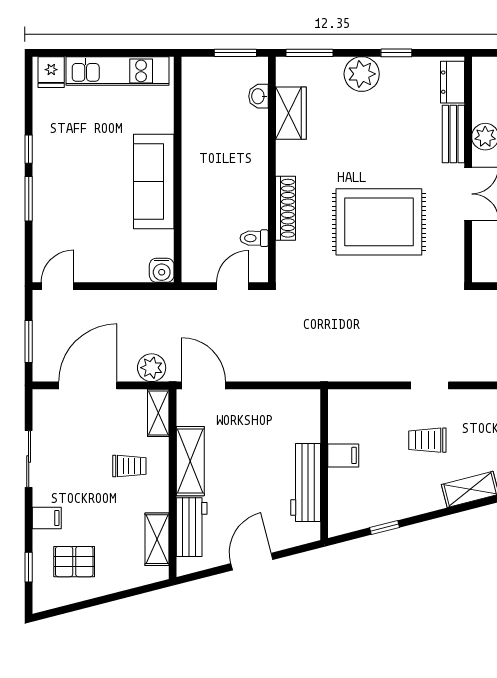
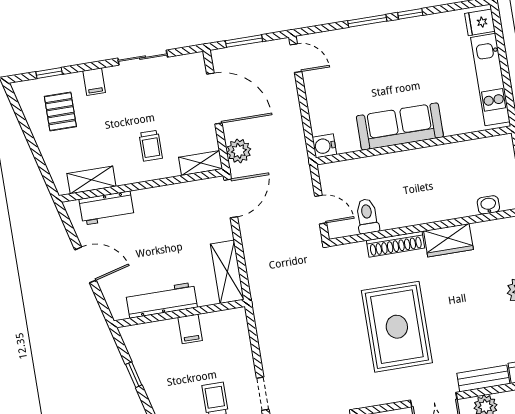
wardrobe: (291, 113) -> (448, 240), moved
toilet: (254, 238) -> (367, 216), width x1.37, depth x1.39
shelving: (190, 461) -> (227, 272), moved, turned 90

